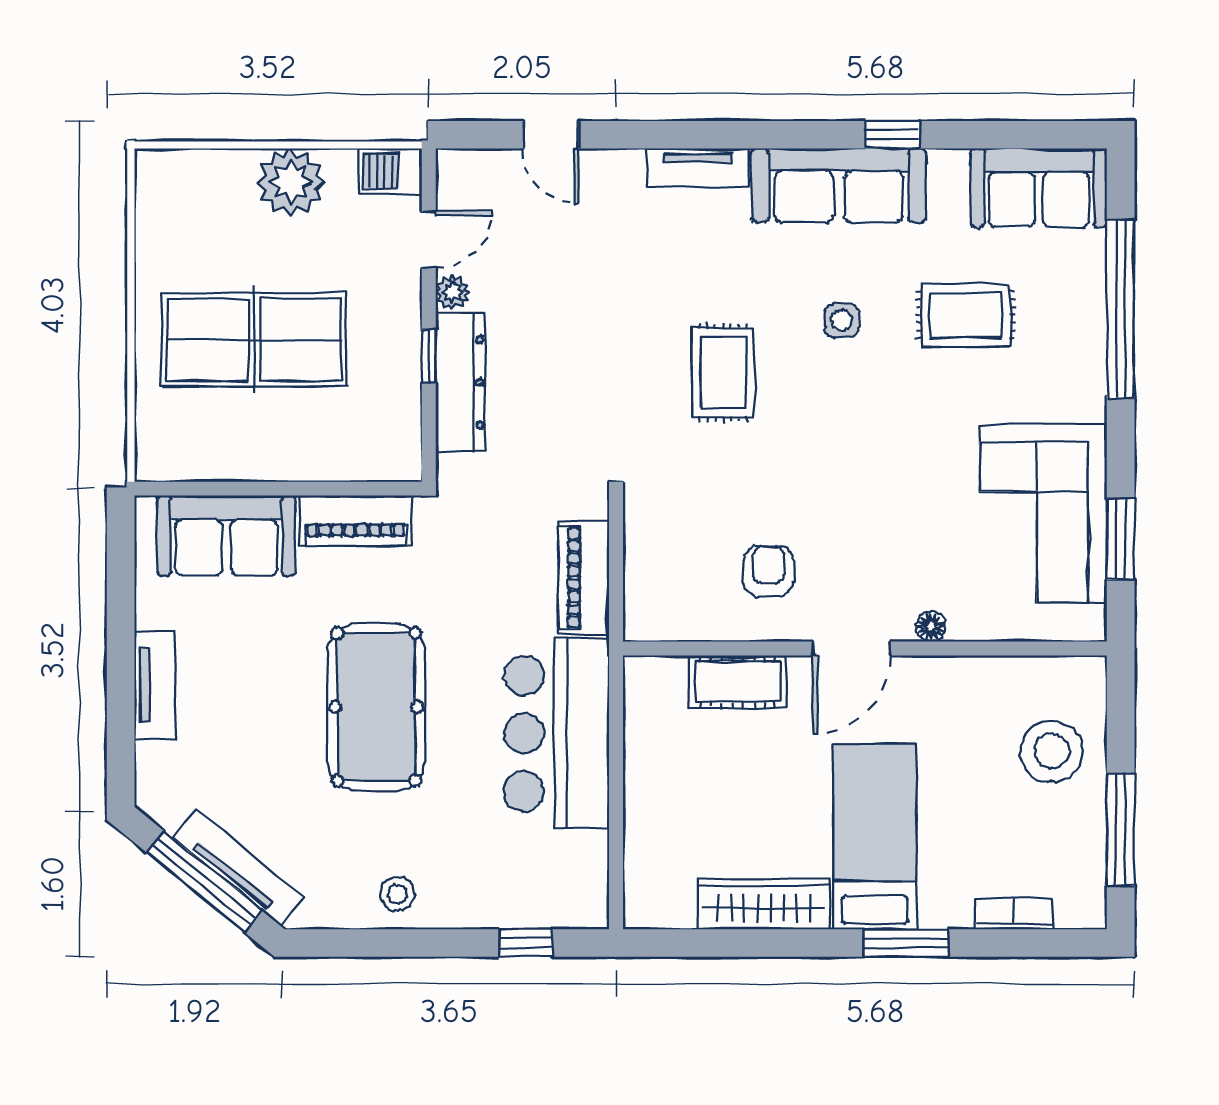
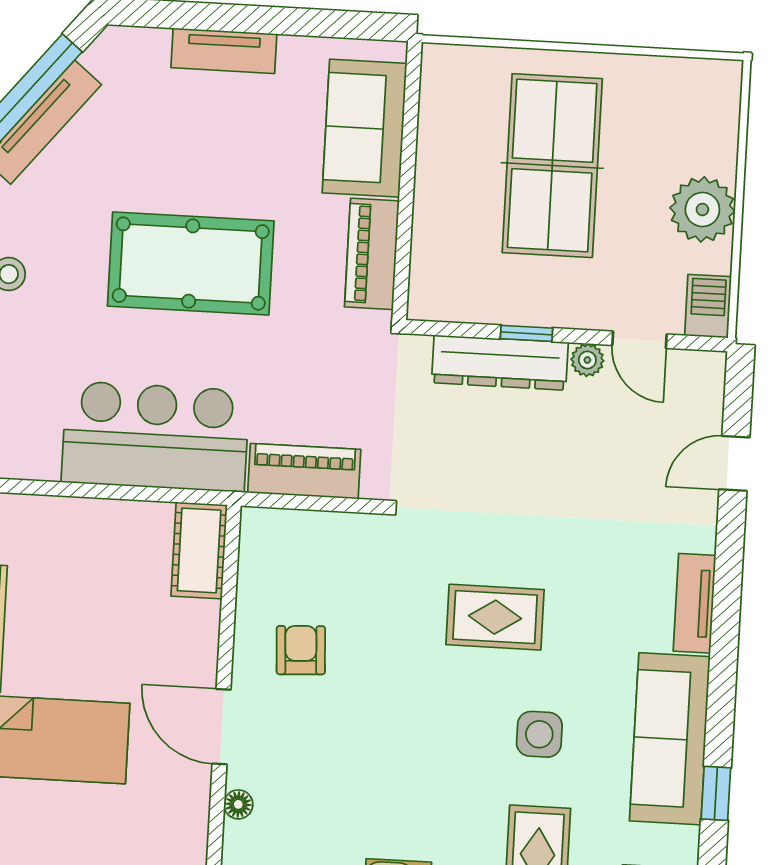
side table: (841, 320) -> (539, 734), width x1.37, depth x1.37
armchair: (768, 571) -> (301, 650), turned -93
cot: (738, 682) -> (199, 550), moved

